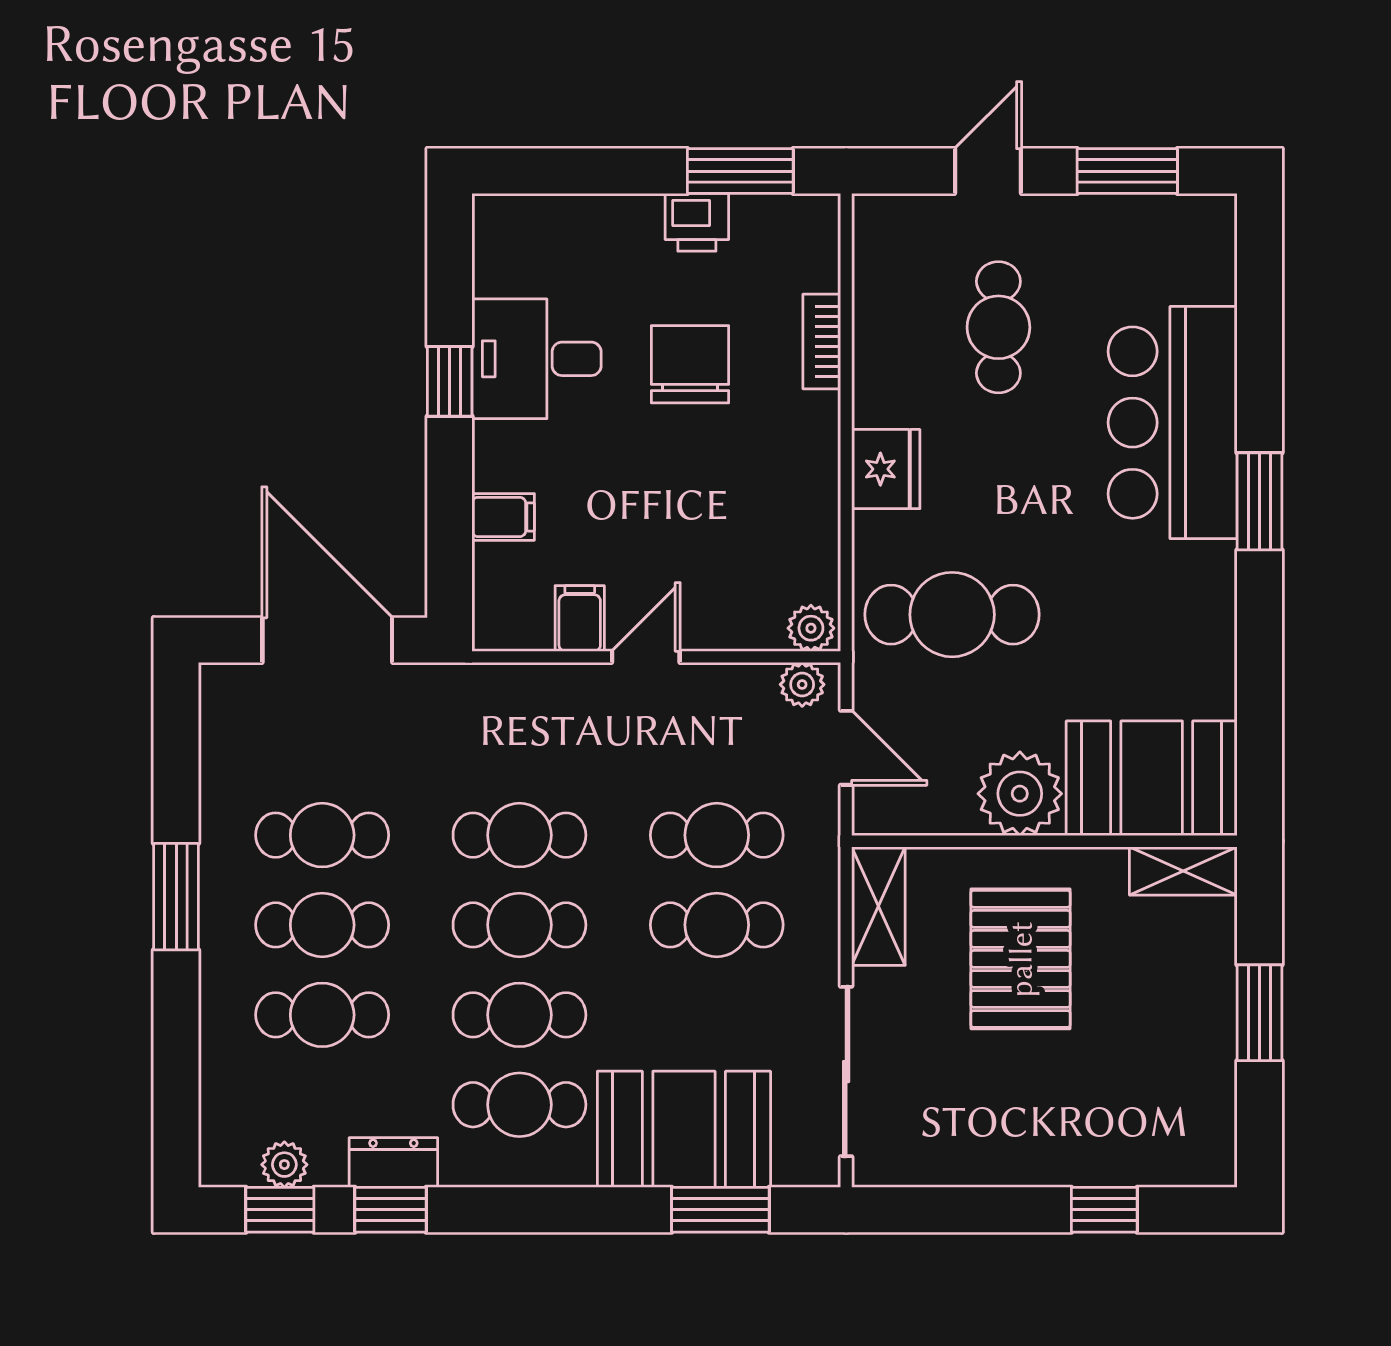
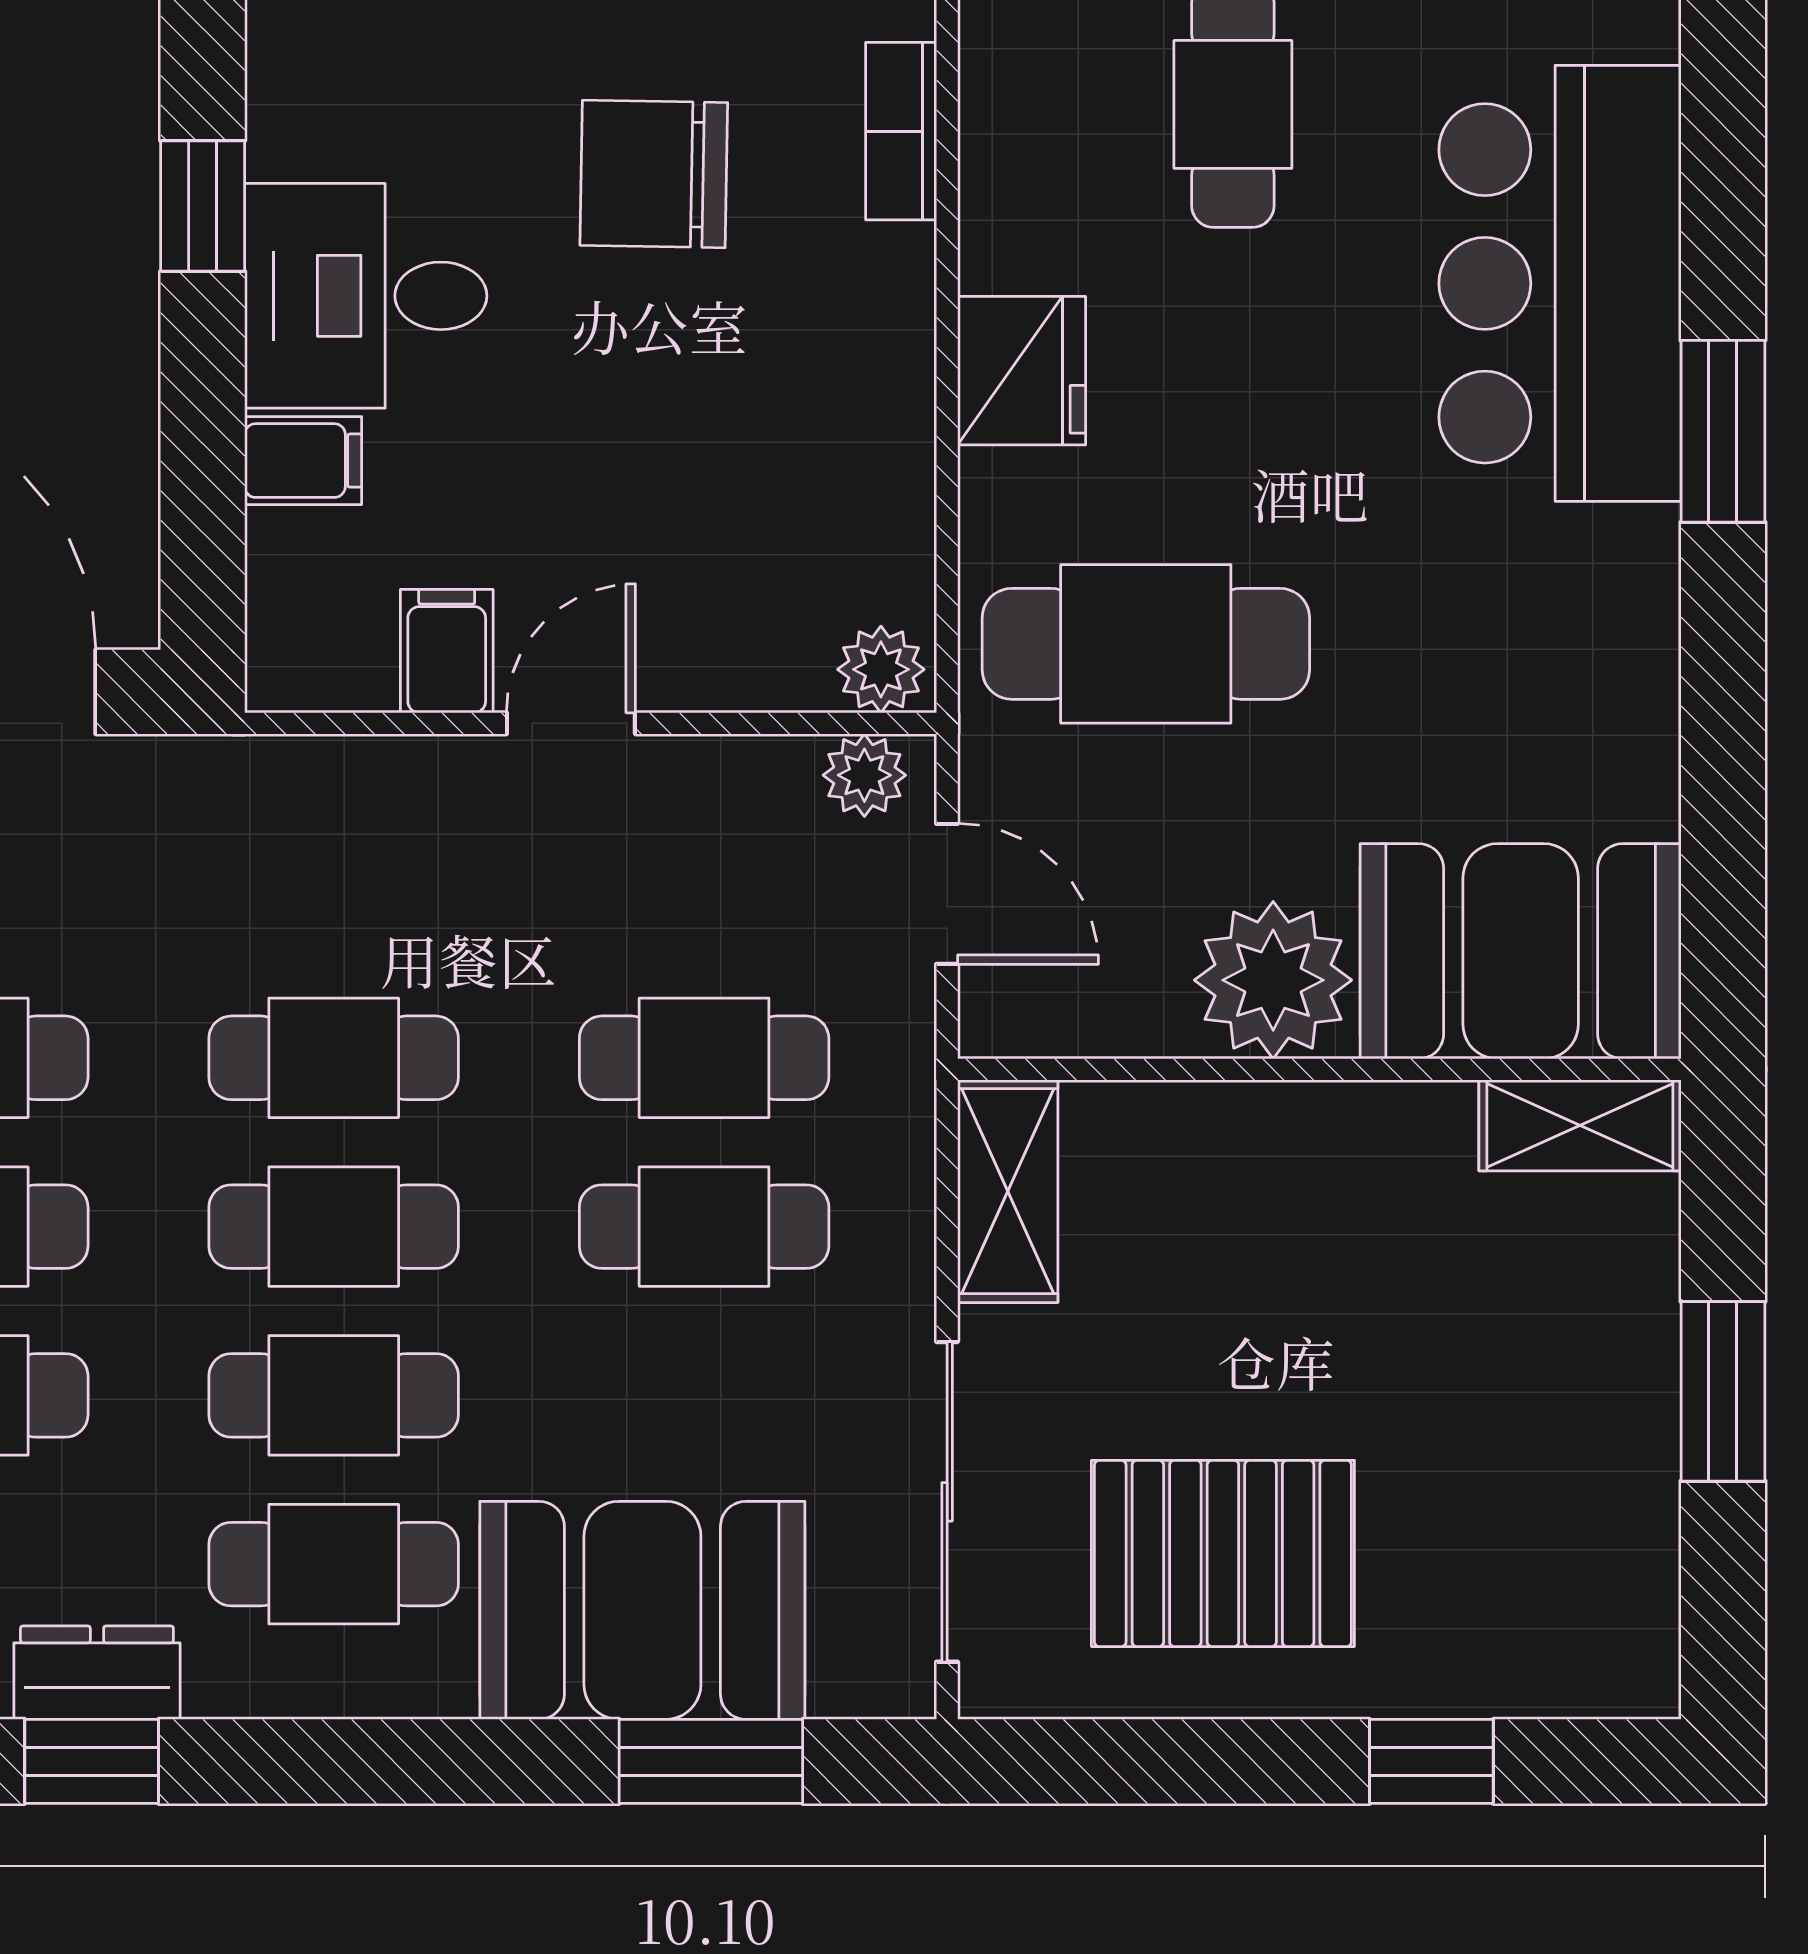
desk: (537, 359) -> (366, 296), moved
chair: (690, 364) -> (654, 174), turned -89
pallet: (1021, 959) -> (1223, 1553), moved, turned 90

